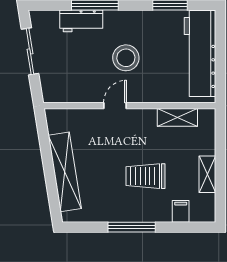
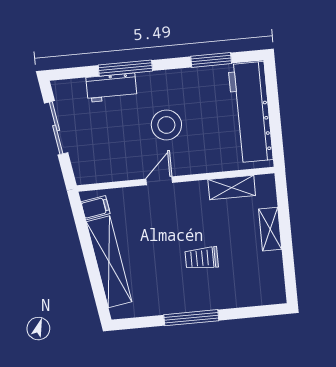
shelving: (207, 174) -> (270, 229), moved
trolley: (145, 176) -> (202, 258), width x0.73, depth x0.72
filing cabinet: (181, 211) -> (95, 208), moved, turned 81

